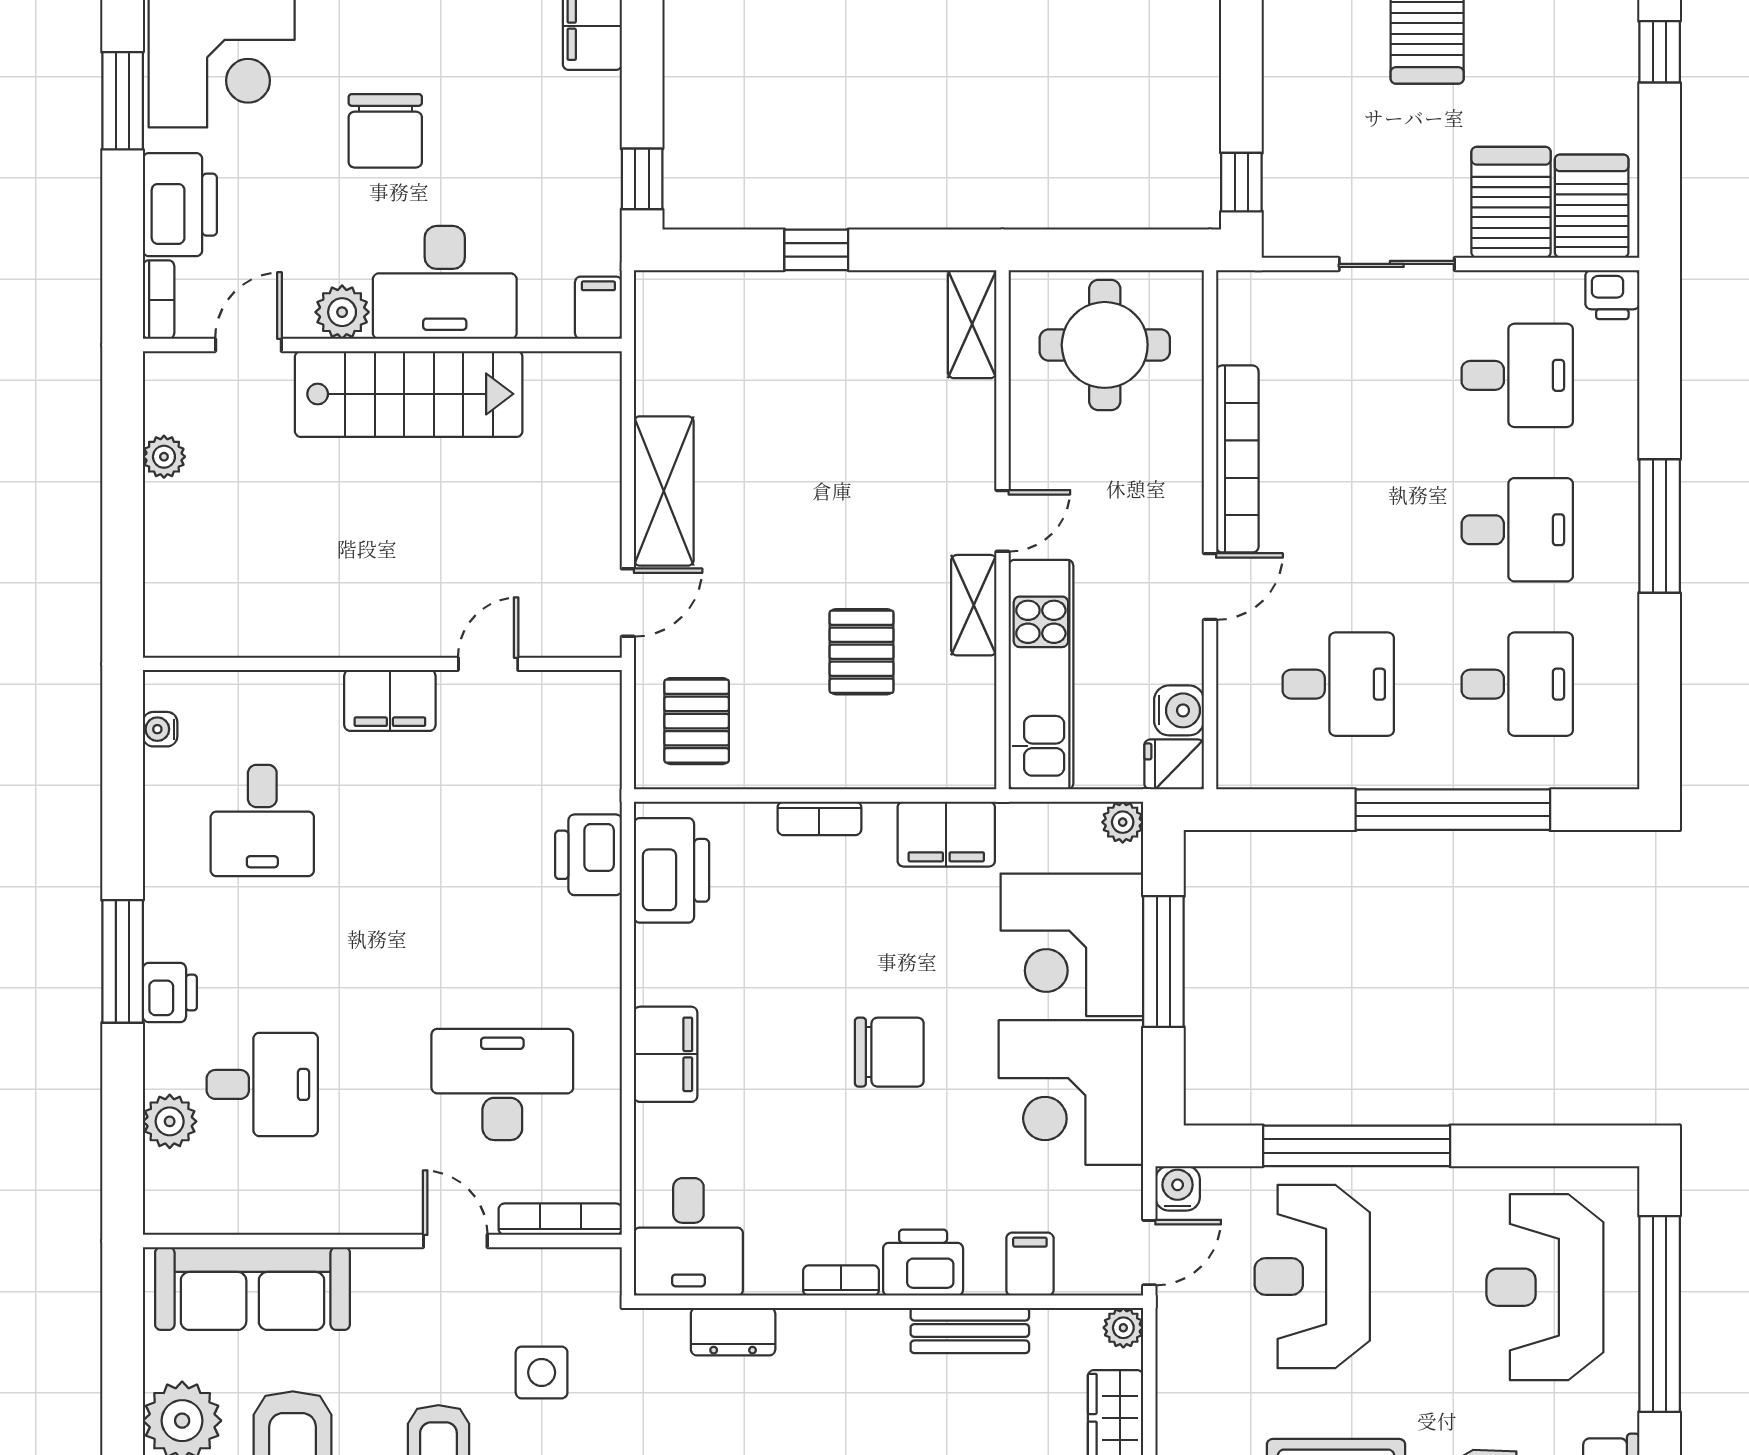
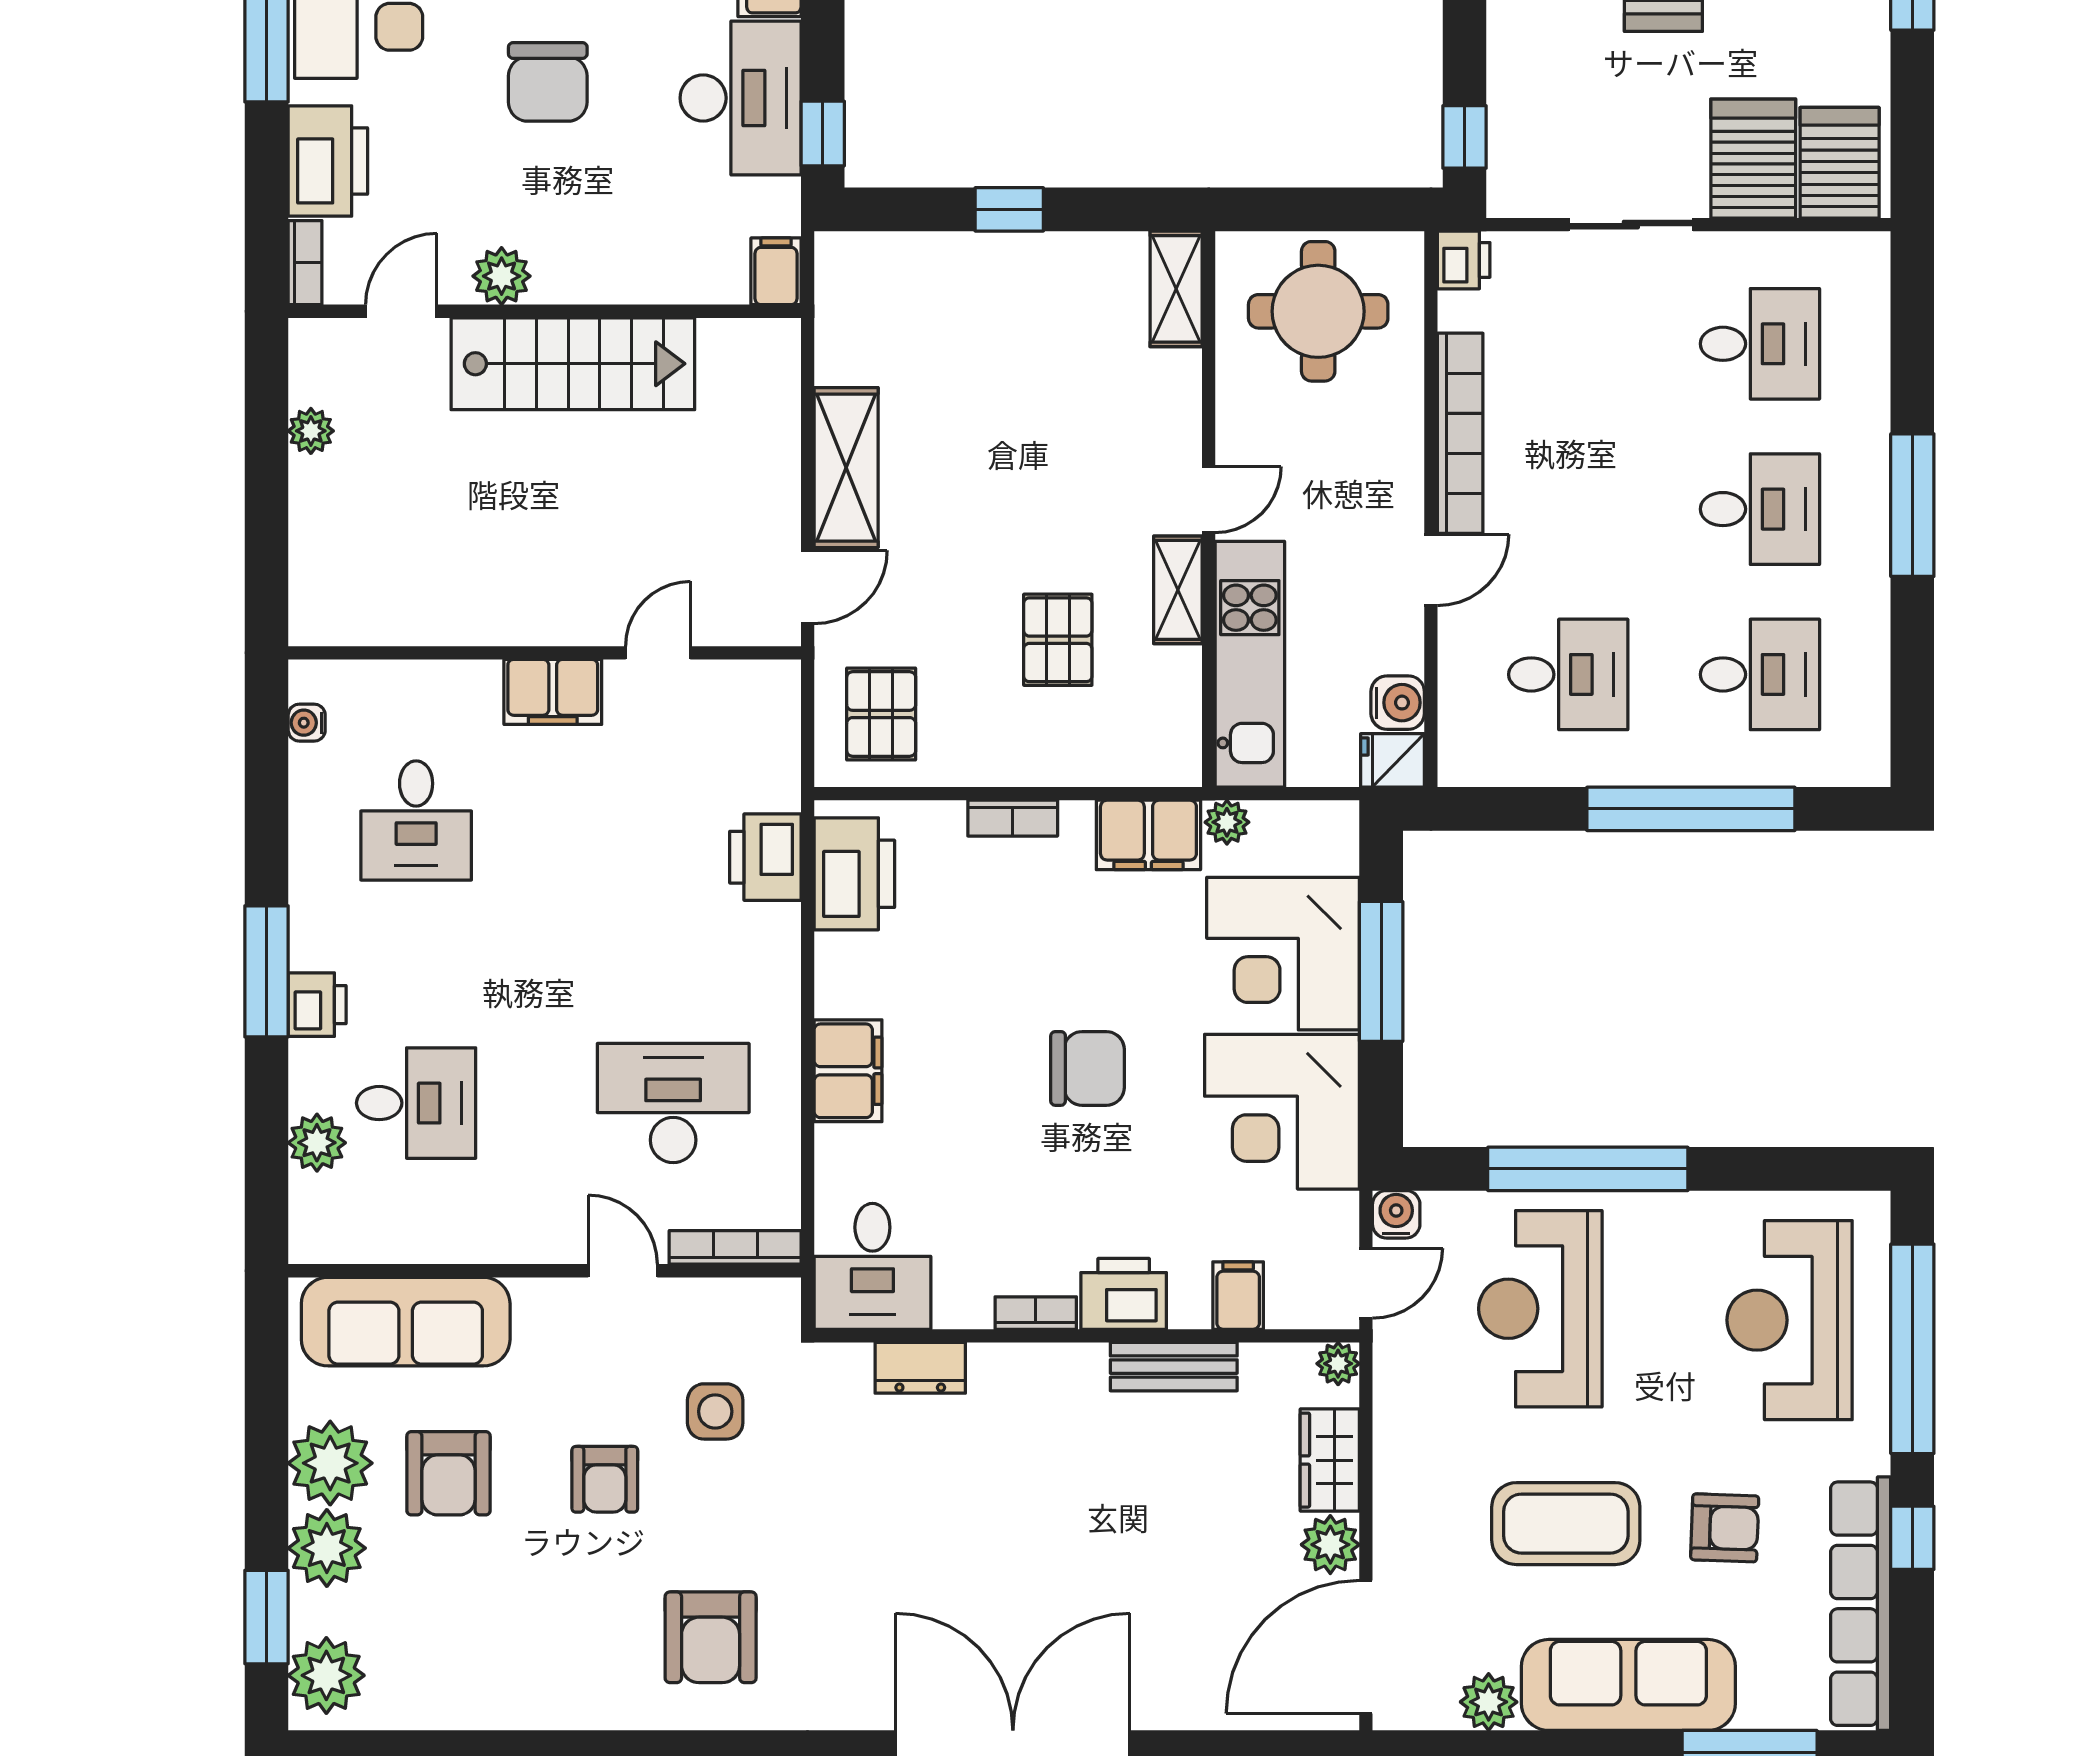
desk: (445, 282) -> (741, 98), moved, turned -90
printer: (1612, 295) -> (1464, 260), moved, turned -90
plant: (1123, 822) -> (1227, 822), moved

